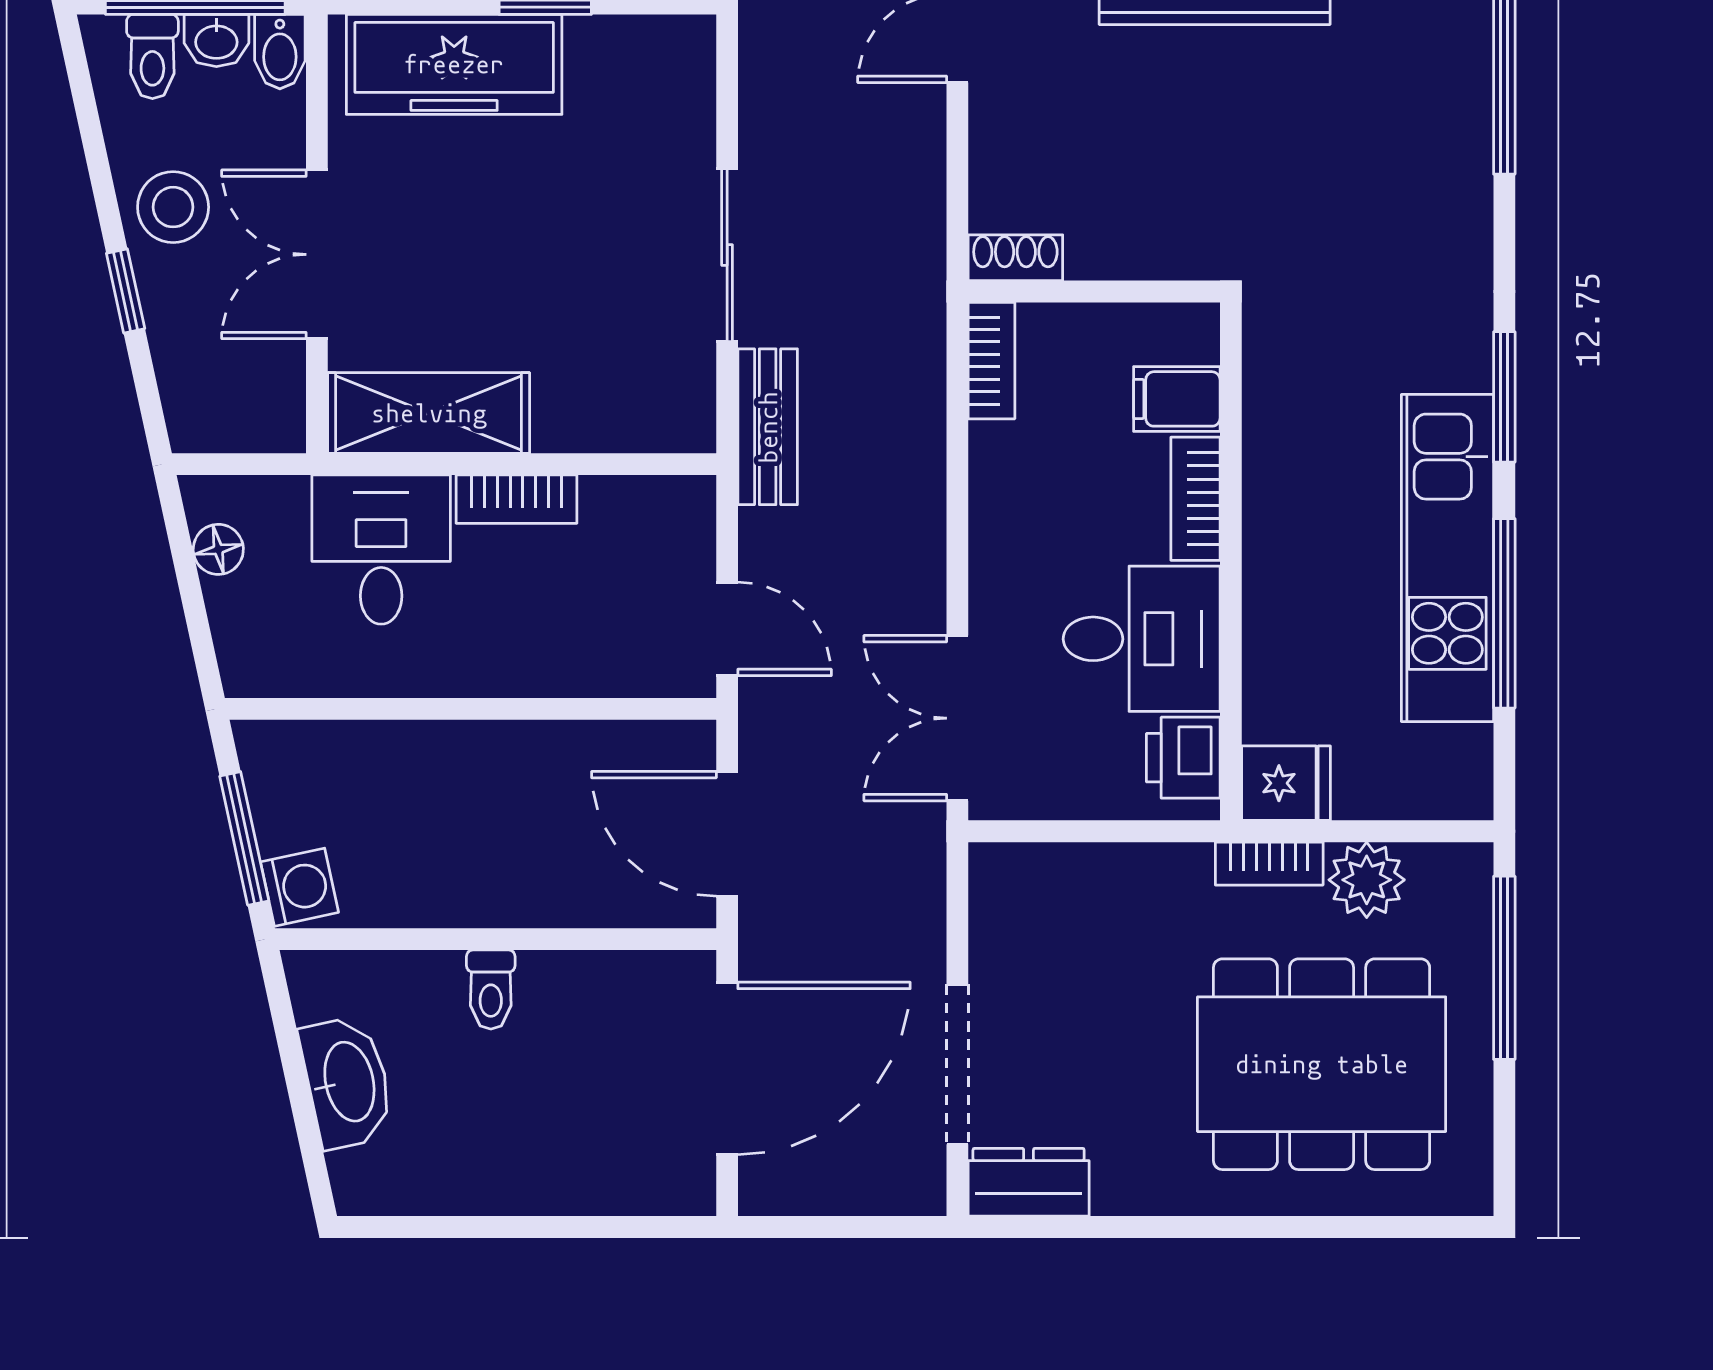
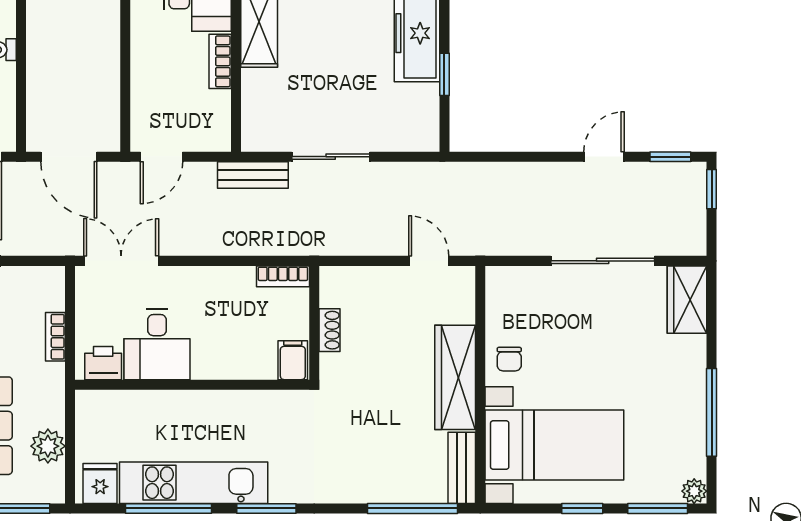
shoe rack: (1015, 258) -> (329, 330), moved
filing cabinet: (1177, 399) -> (293, 360), moved
bookcase: (1195, 499) -> (220, 369), removed
fridge: (1286, 783) -> (100, 483), moved, turned 180
door: (727, 834) -> (69, 157), swing flipped
bookcase: (1269, 864) -> (55, 337), moved

